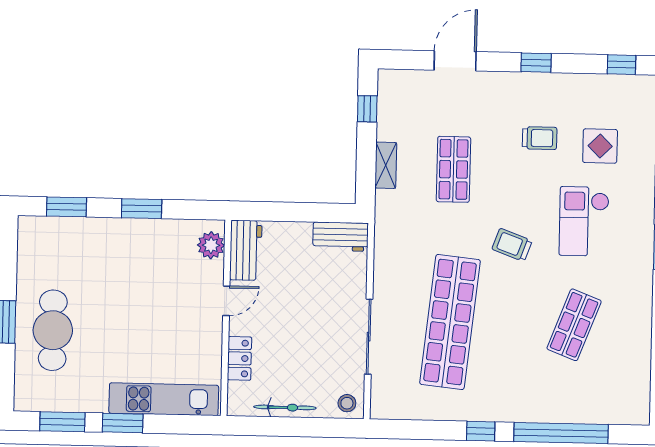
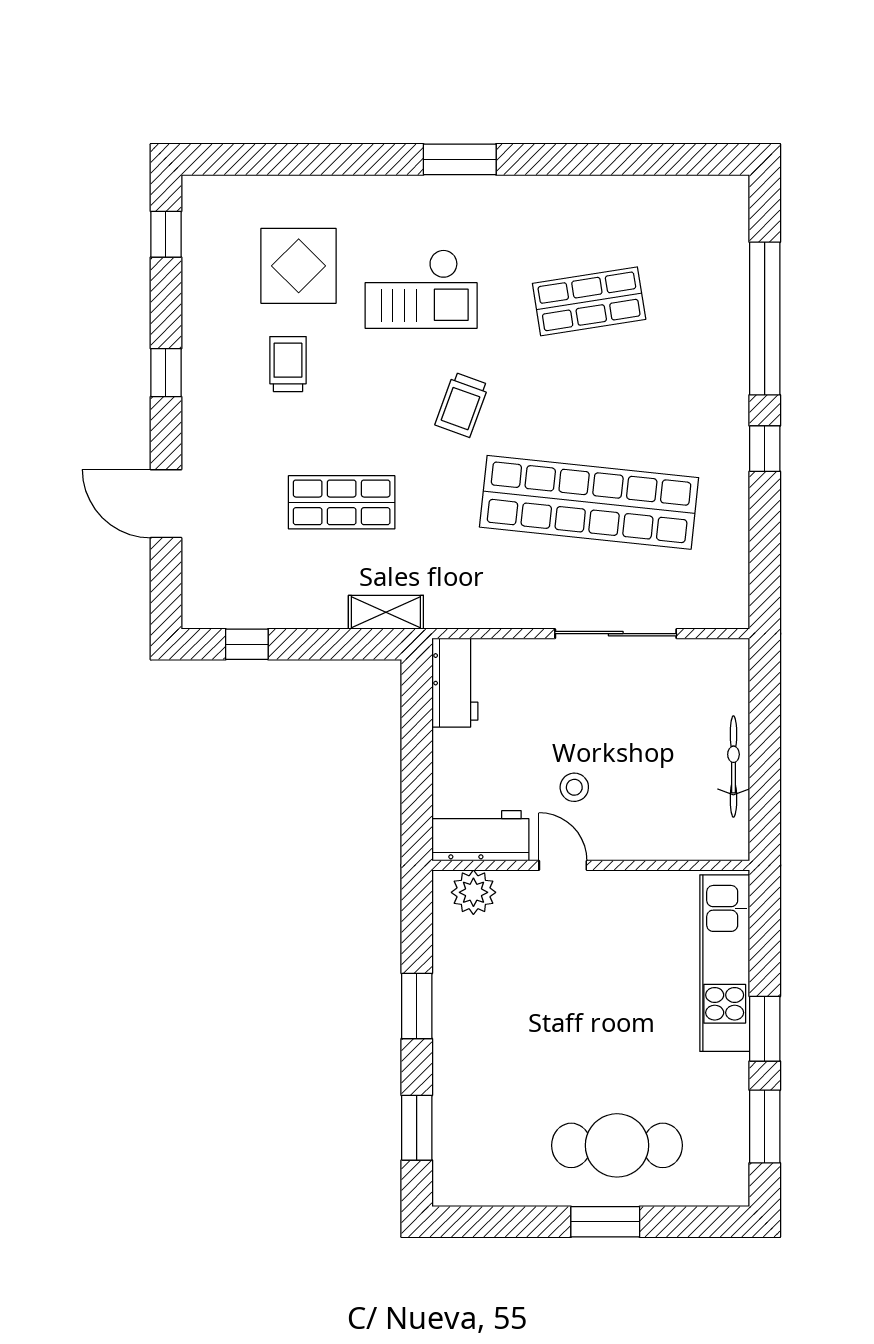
display table: (600, 146) -> (299, 266), width x1.36, depth x1.36
shelving: (386, 165) -> (386, 612), moved
shop shelf: (574, 325) -> (589, 301), turned -30
locker: (239, 358) -> (656, 842), removed
stool: (347, 403) -> (574, 787), moved

